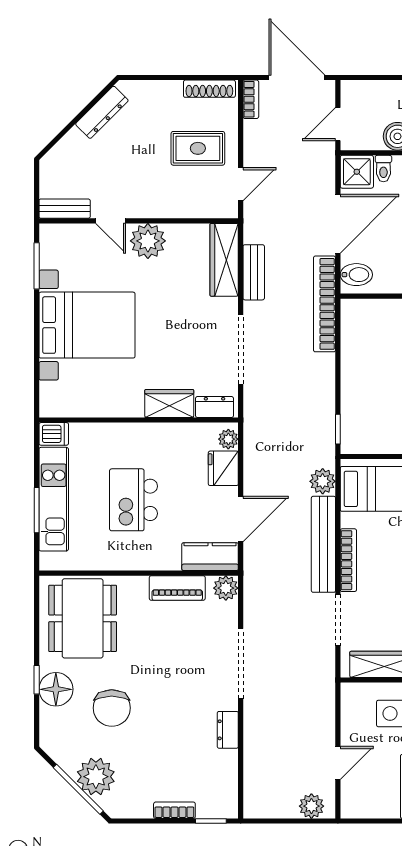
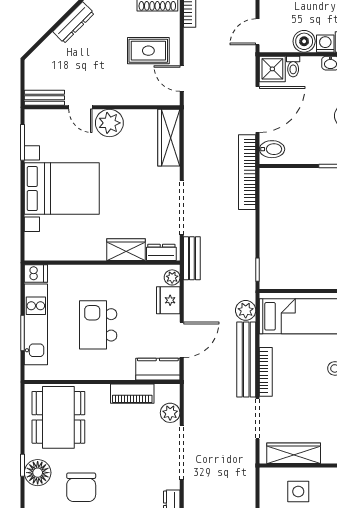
door: (241, 184) -> (182, 79), swing flipped
bench: (254, 272) -> (192, 258), moved
plant: (226, 588) -> (170, 413), moved

